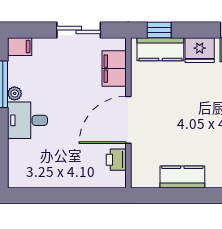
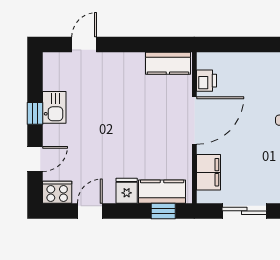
fridge: (200, 50) -> (127, 191), width x0.72
kitchen counter: (182, 177) -> (168, 63), moved

